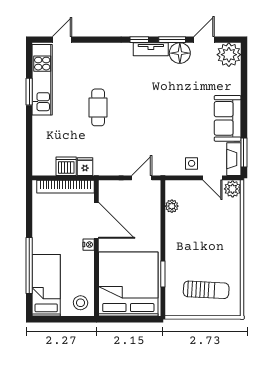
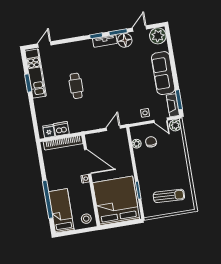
sofa: (228, 118) -> (163, 73), width x1.36
fridge: (85, 167) -> (49, 131), moved
chair: (193, 207) -> (151, 142), added

